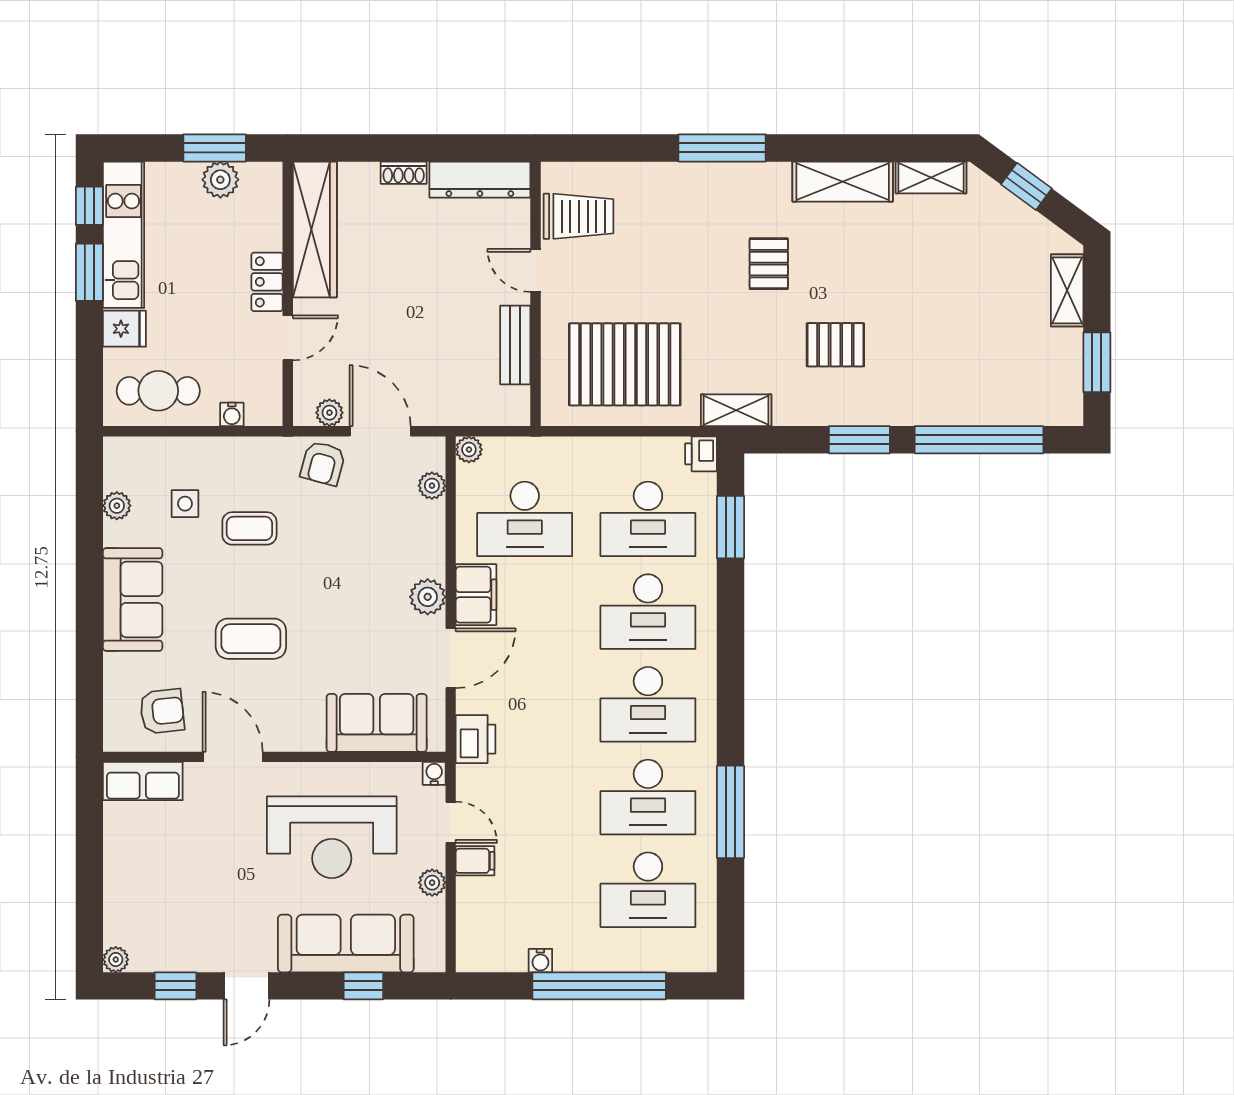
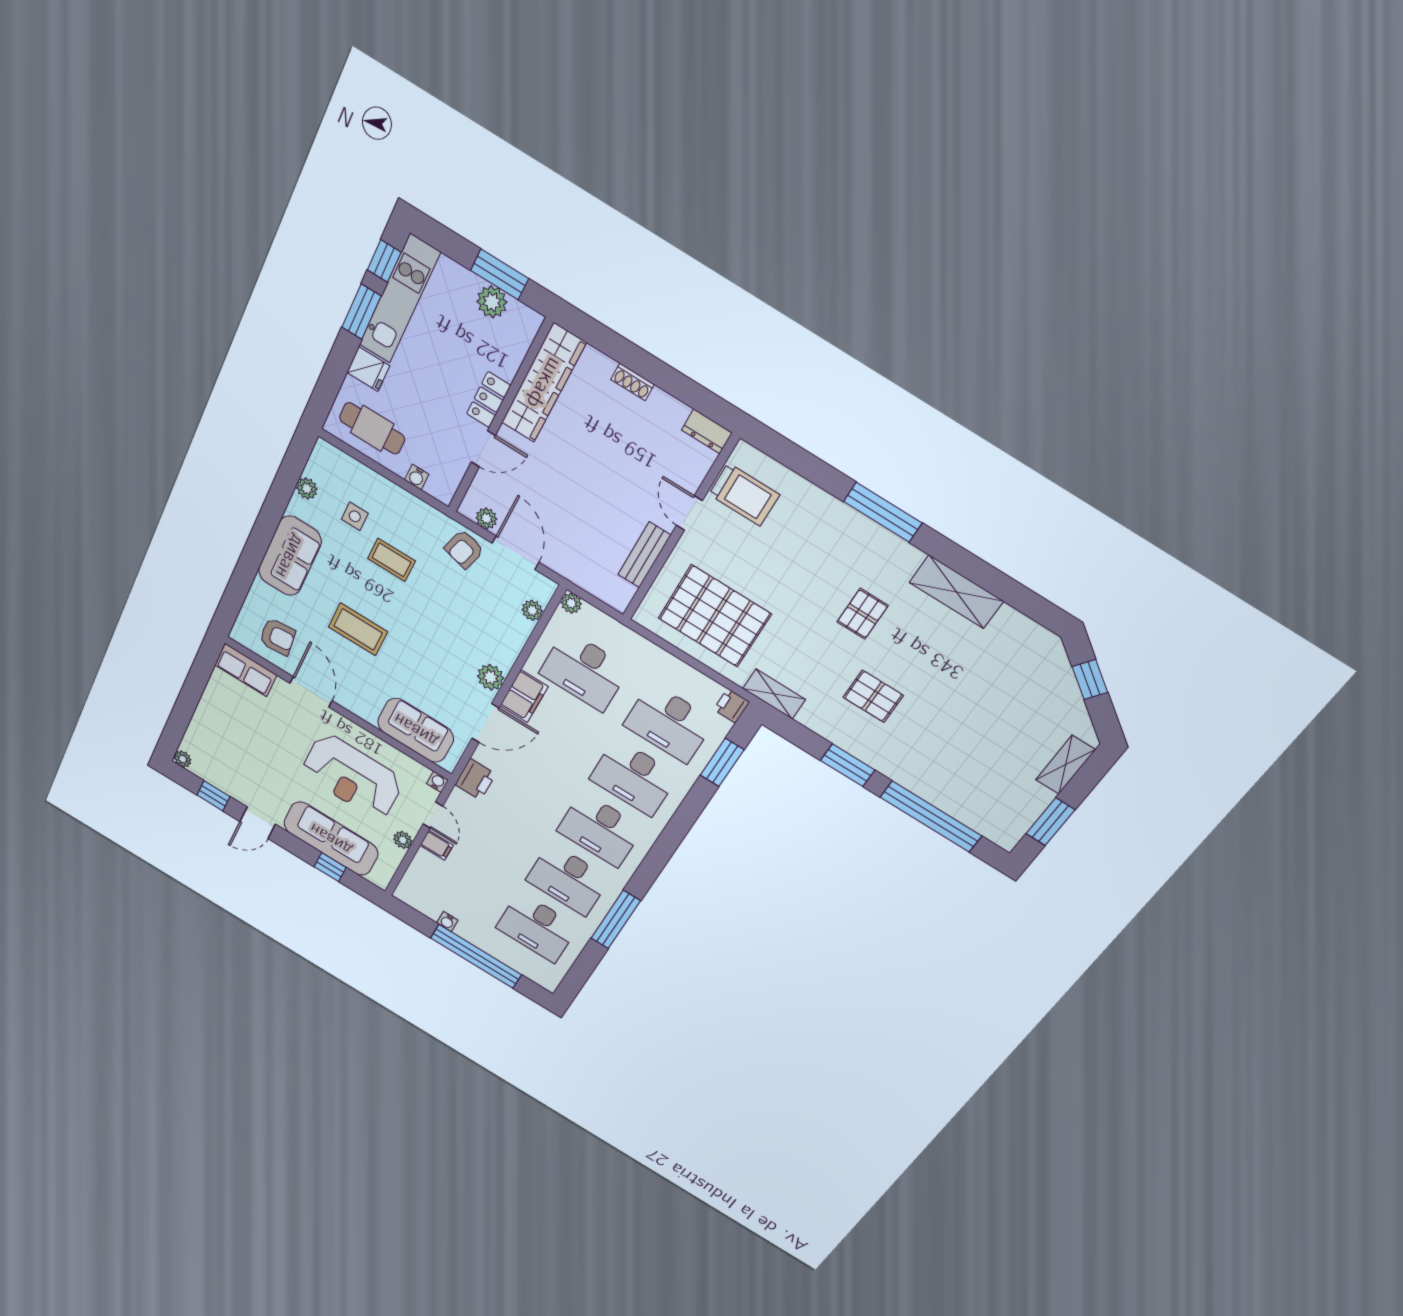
shelving: (931, 177) -> (1024, 630), removed
dresser: (480, 180) -> (707, 431), width x0.51, depth x0.80

